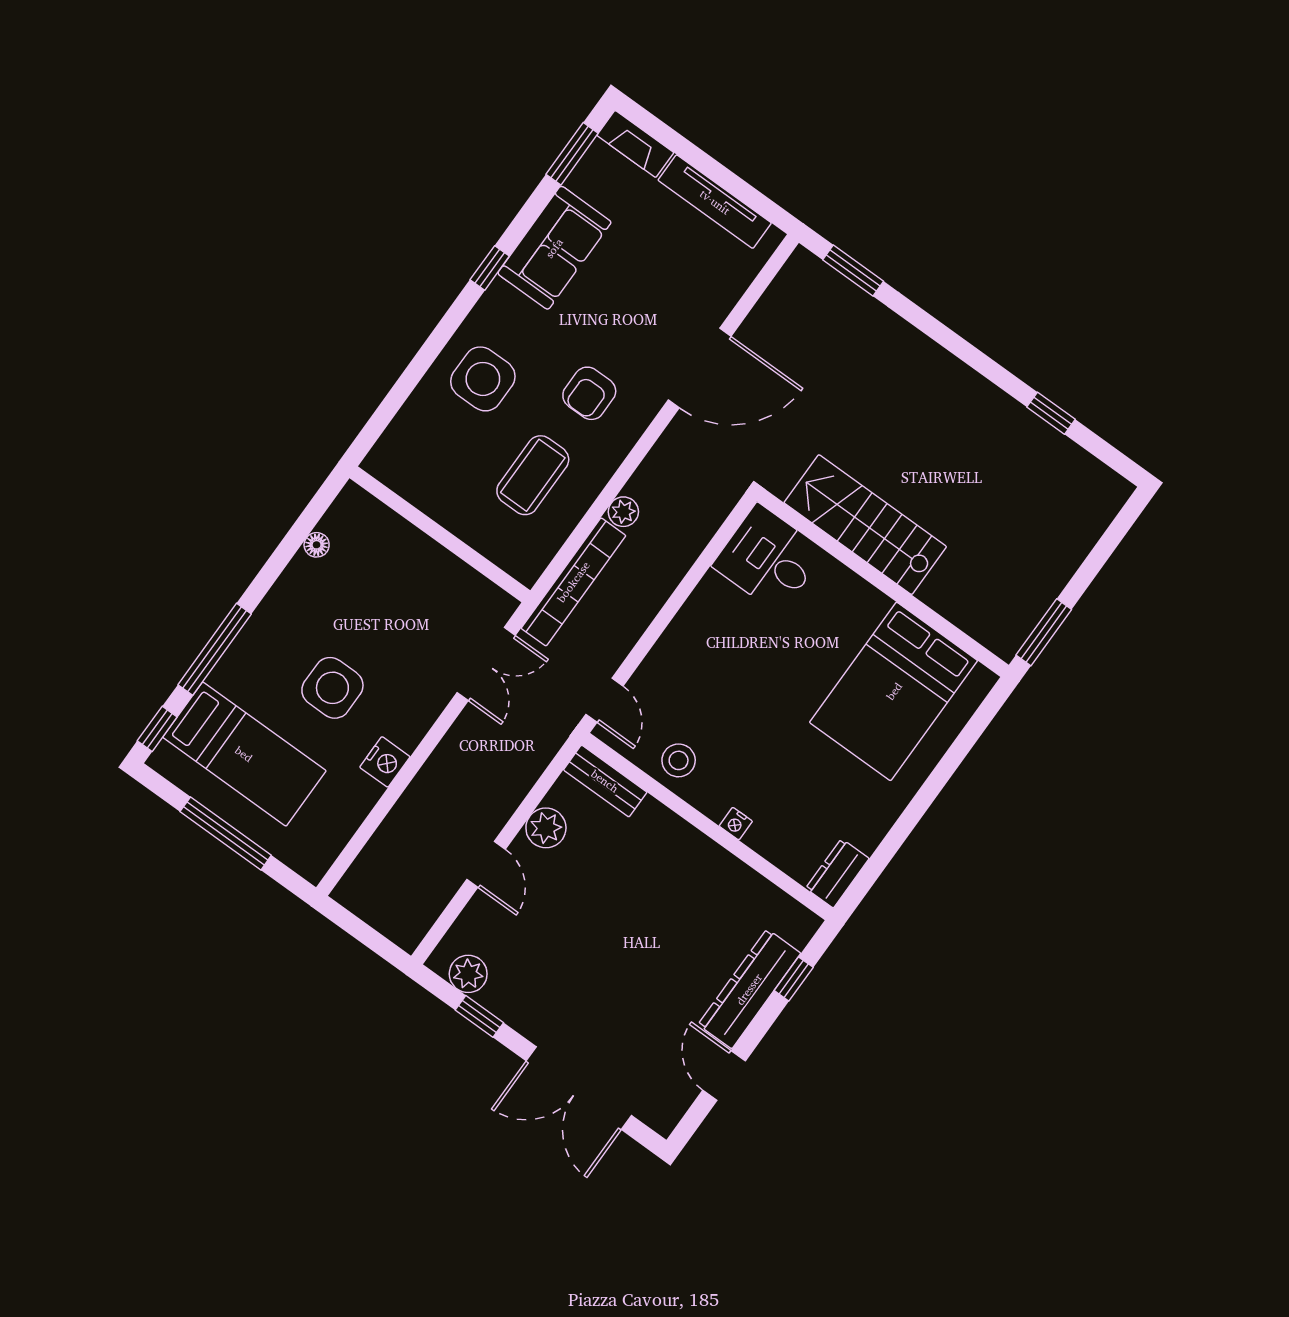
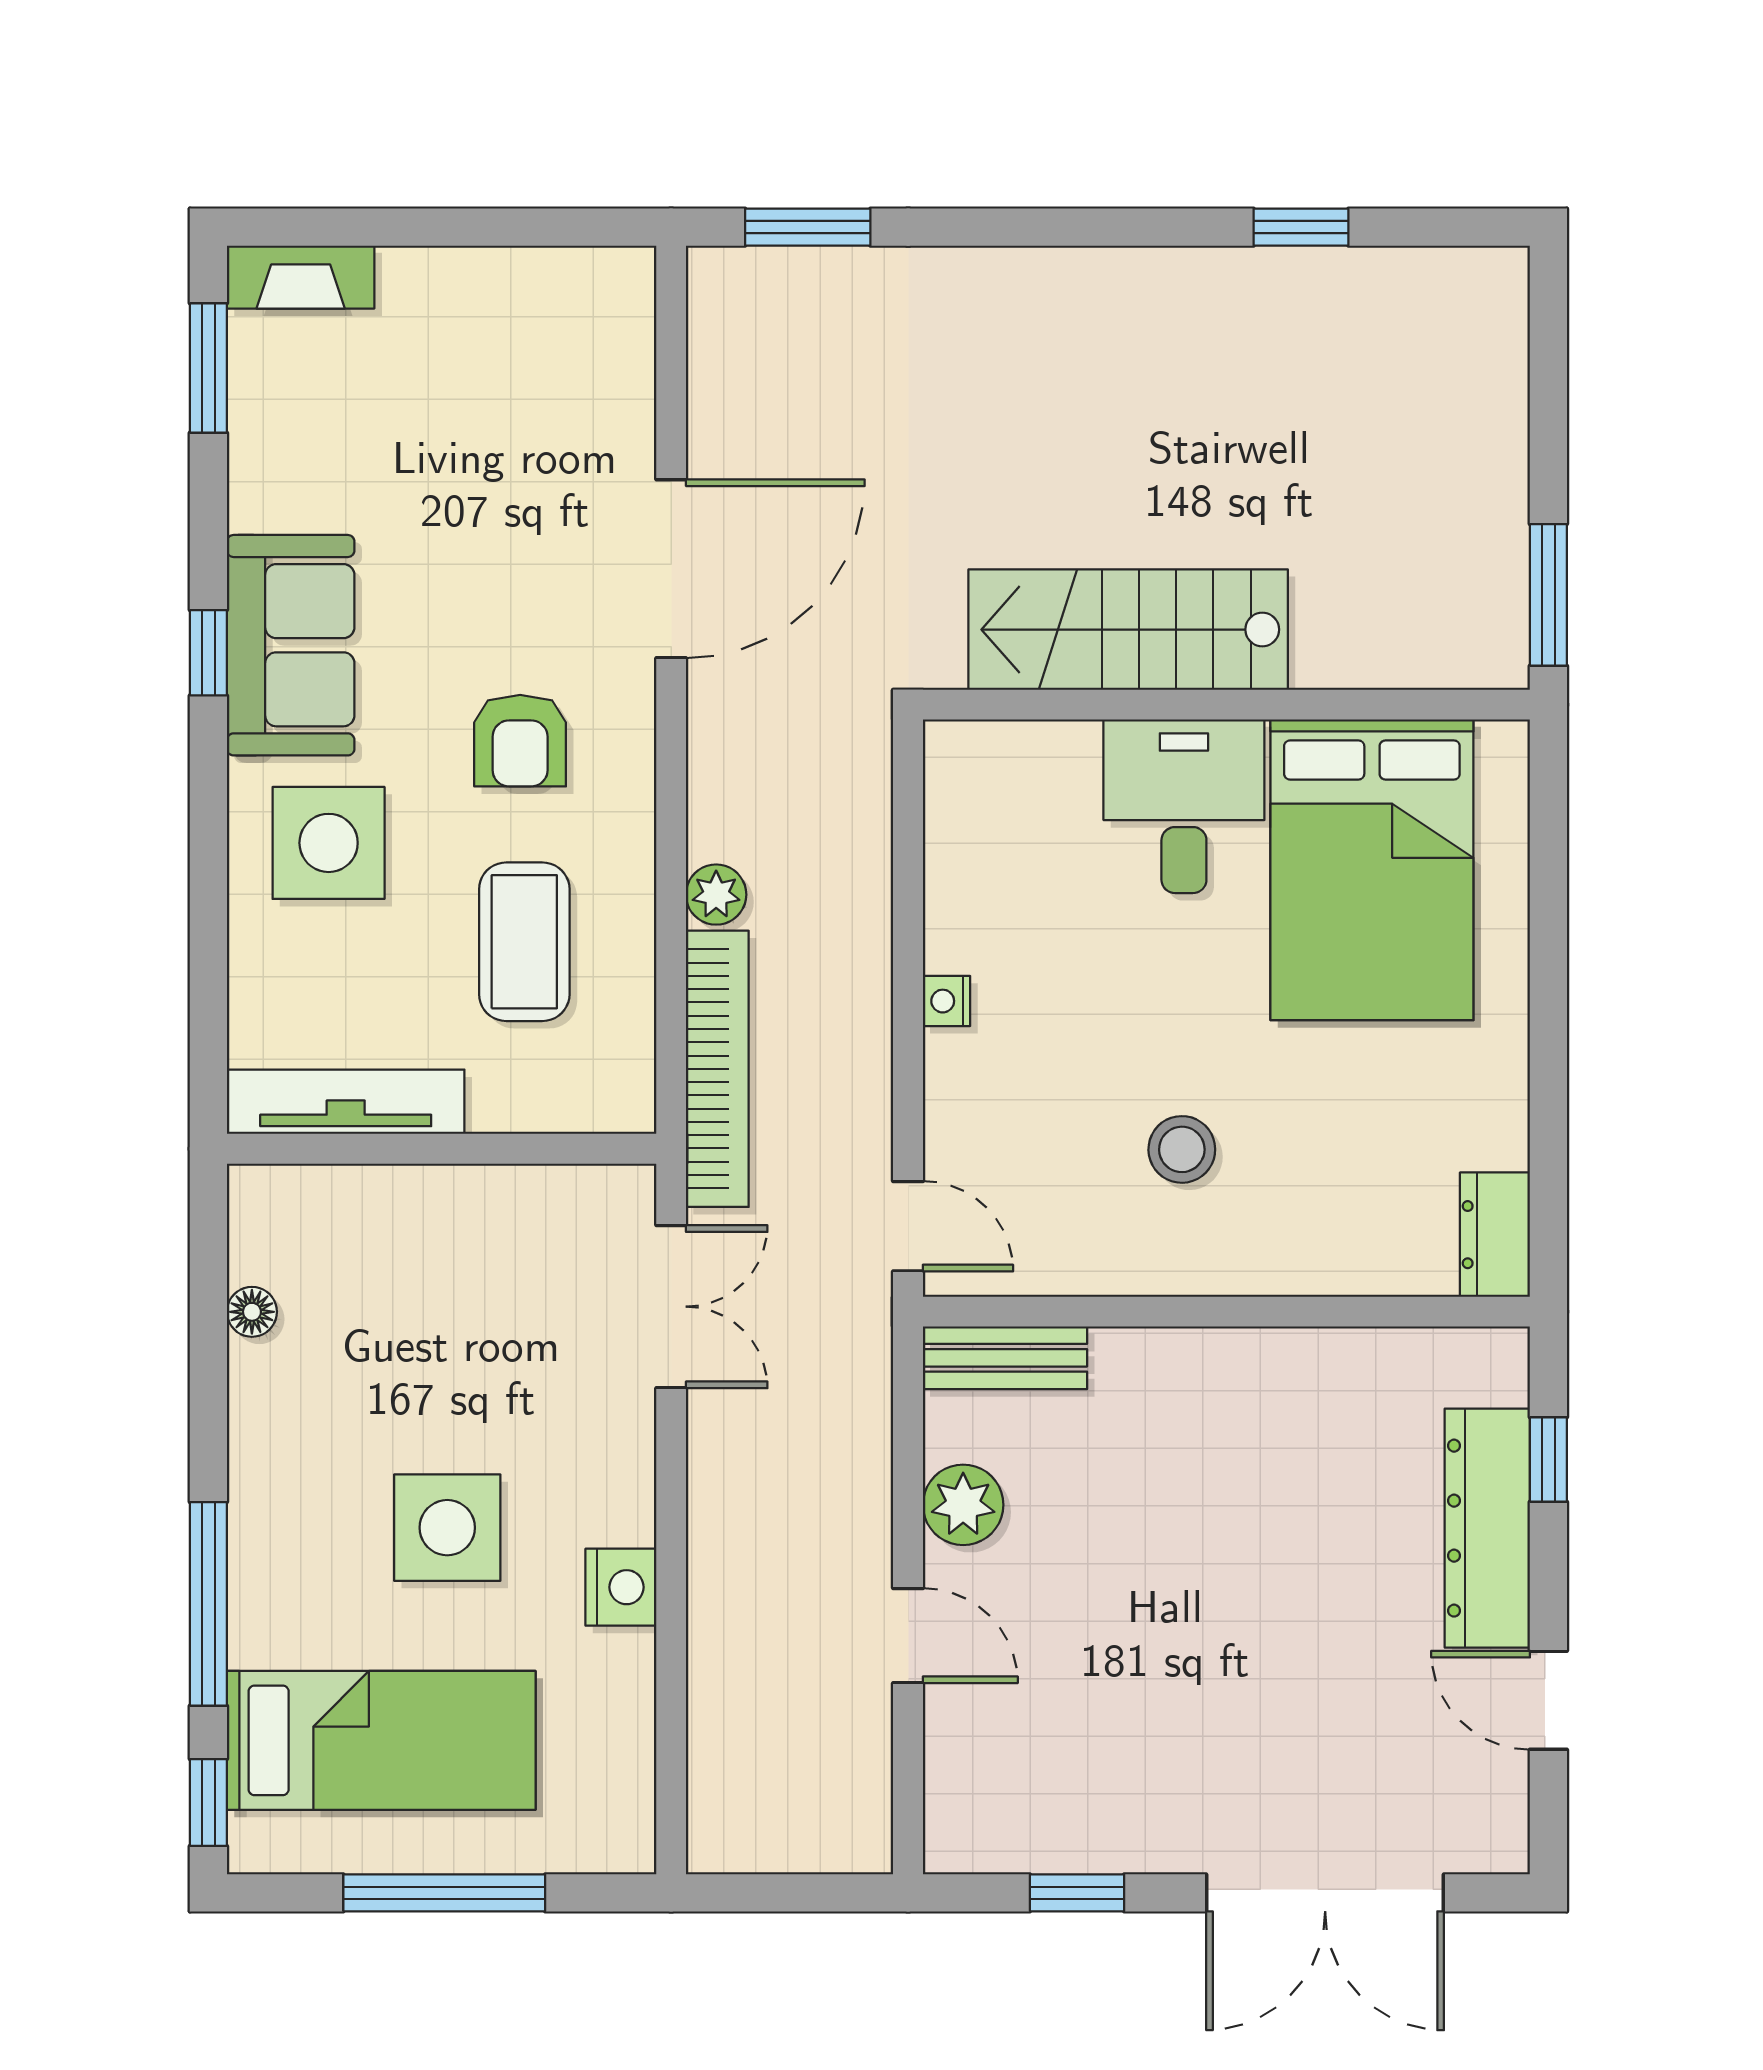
tv unit: (715, 202) -> (346, 1102), moved, turned 180
sofa: (554, 248) -> (291, 645), moved
desk: (768, 559) -> (1184, 806), moved, turned 90
stool: (679, 760) -> (1182, 1149), moved
nightstand: (736, 824) -> (946, 1001), moved, turned 90
plant: (468, 974) -> (1008, 1836), removed

